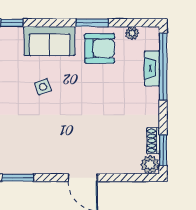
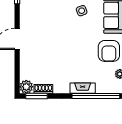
fireplace: (152, 68) -> (83, 88), moved

